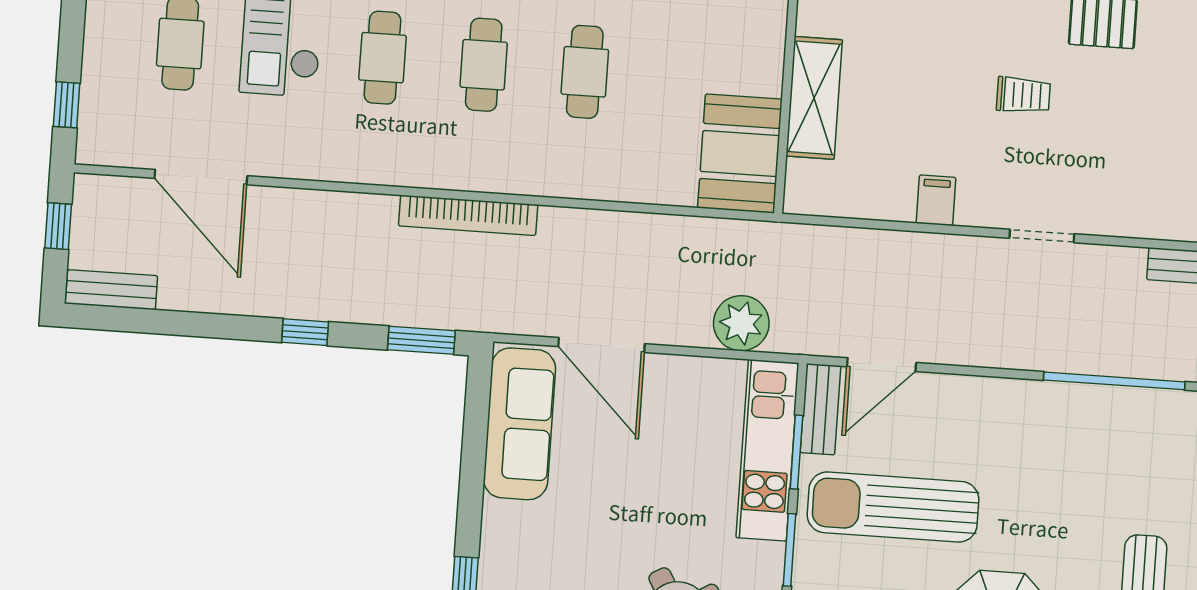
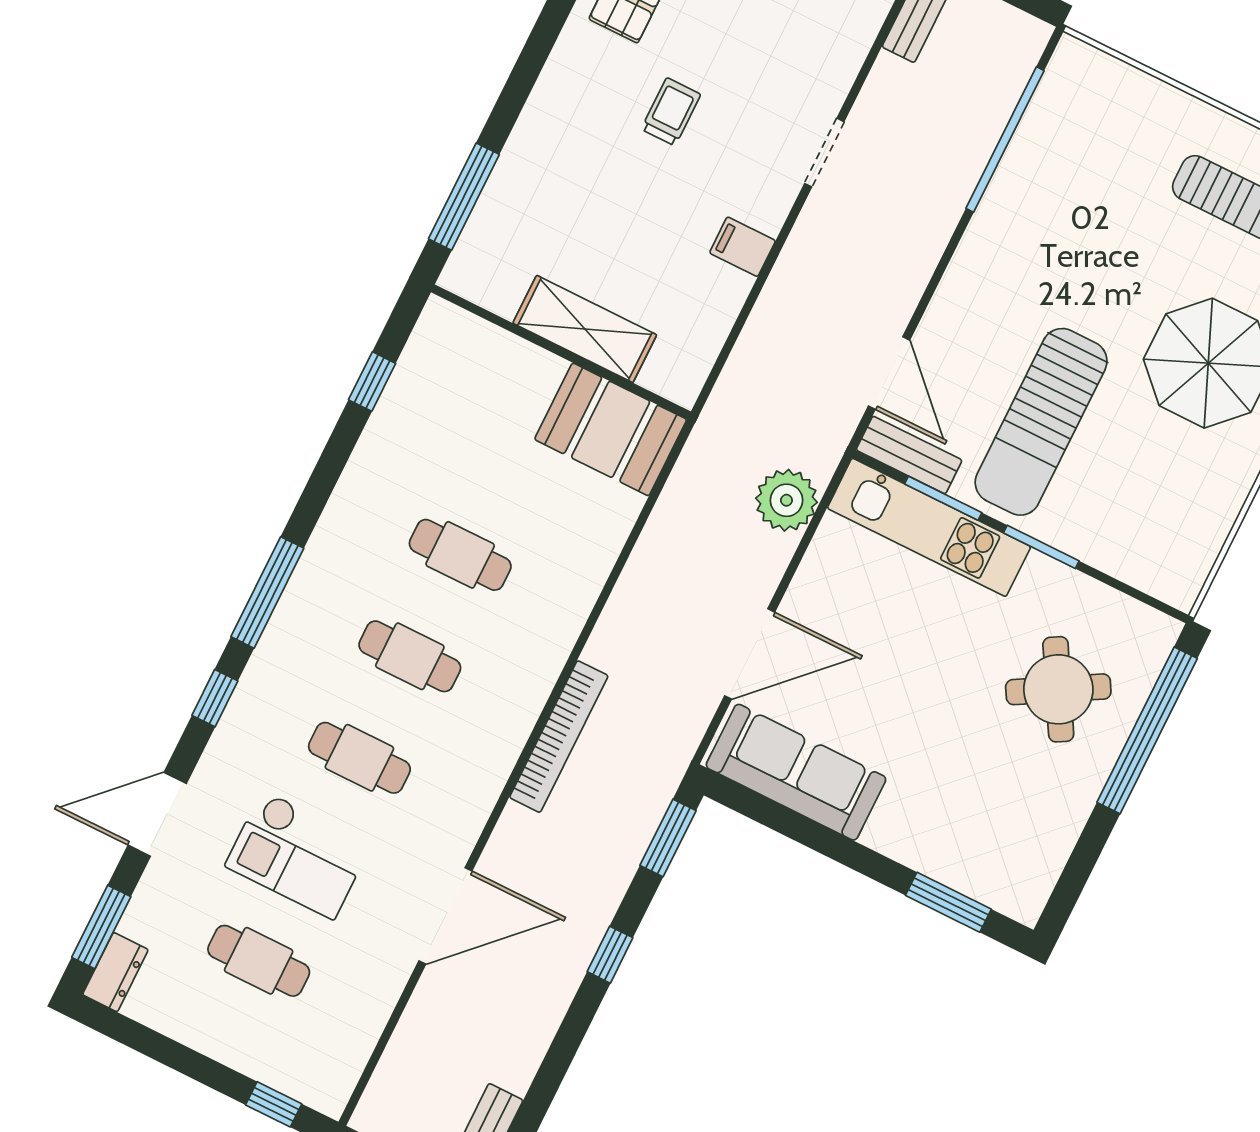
door: (201, 177) -> (445, 916), moved

